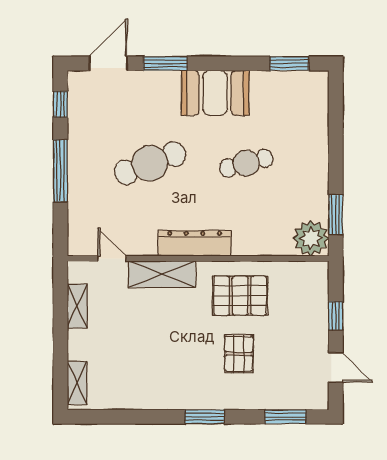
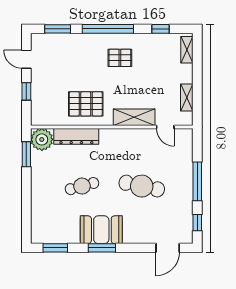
window: (165, 63) -> (102, 248), moved
cafe table: (150, 163) -> (142, 186), turned 33
dresser: (195, 243) -> (76, 136), moved
pallet: (239, 354) -> (120, 58), moved, turned 90
window: (119, 417) -> (161, 29), added
window: (205, 417) -> (108, 29), width x2.11

